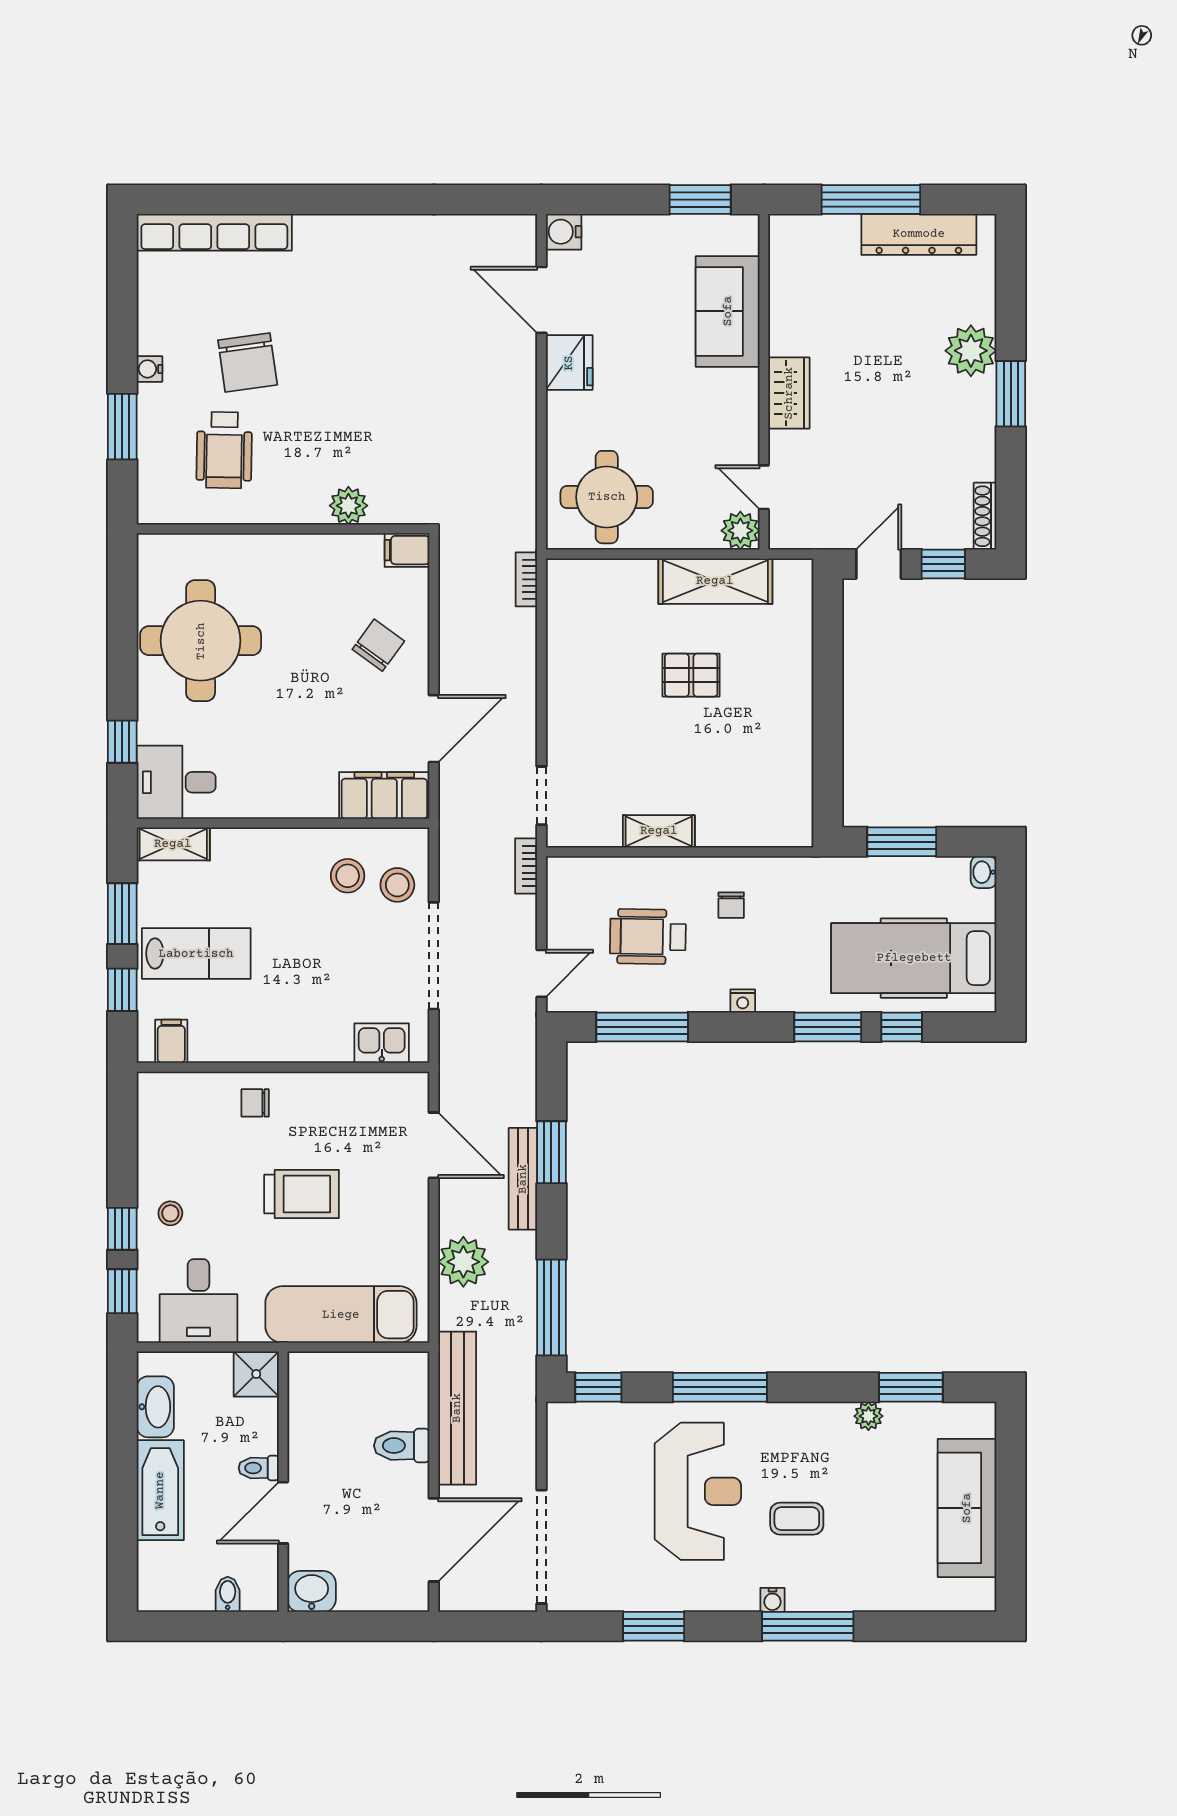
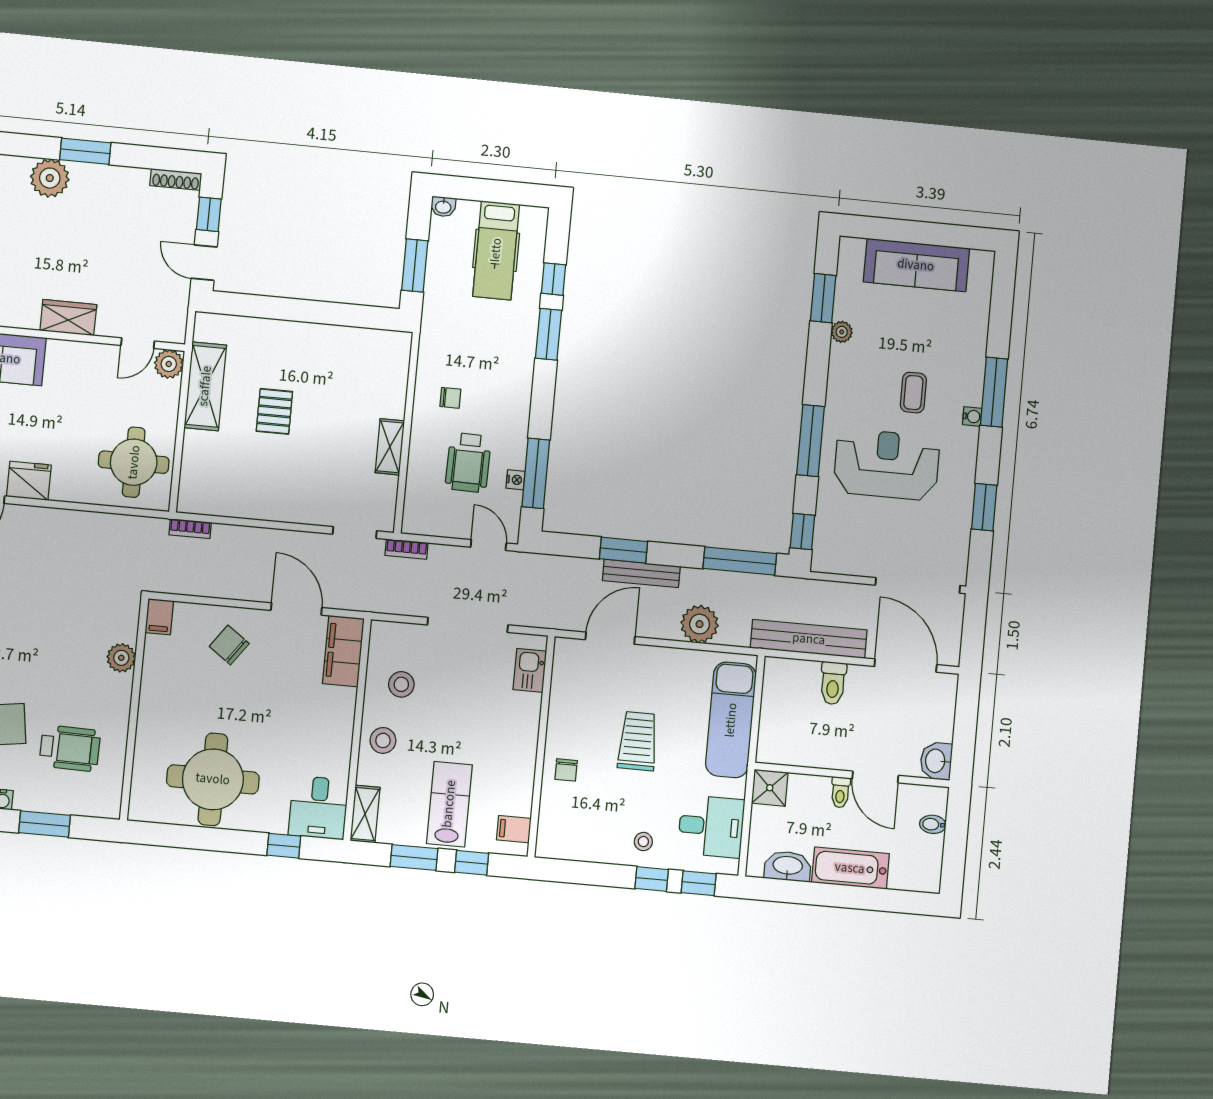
stool: (397, 885) -> (383, 740), moved
hospital bed: (914, 958) -> (496, 250), width x0.73, depth x0.78
nightstand: (743, 1001) -> (515, 480), moved

